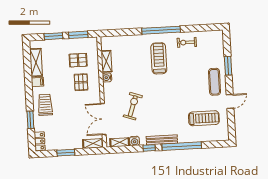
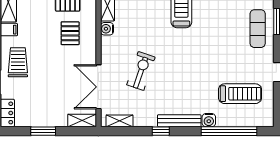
exercise mat: (215, 82) -> (258, 29), moved
water cooler: (135, 141) -> (209, 120), moved
window: (182, 146) -> (229, 131), moved

